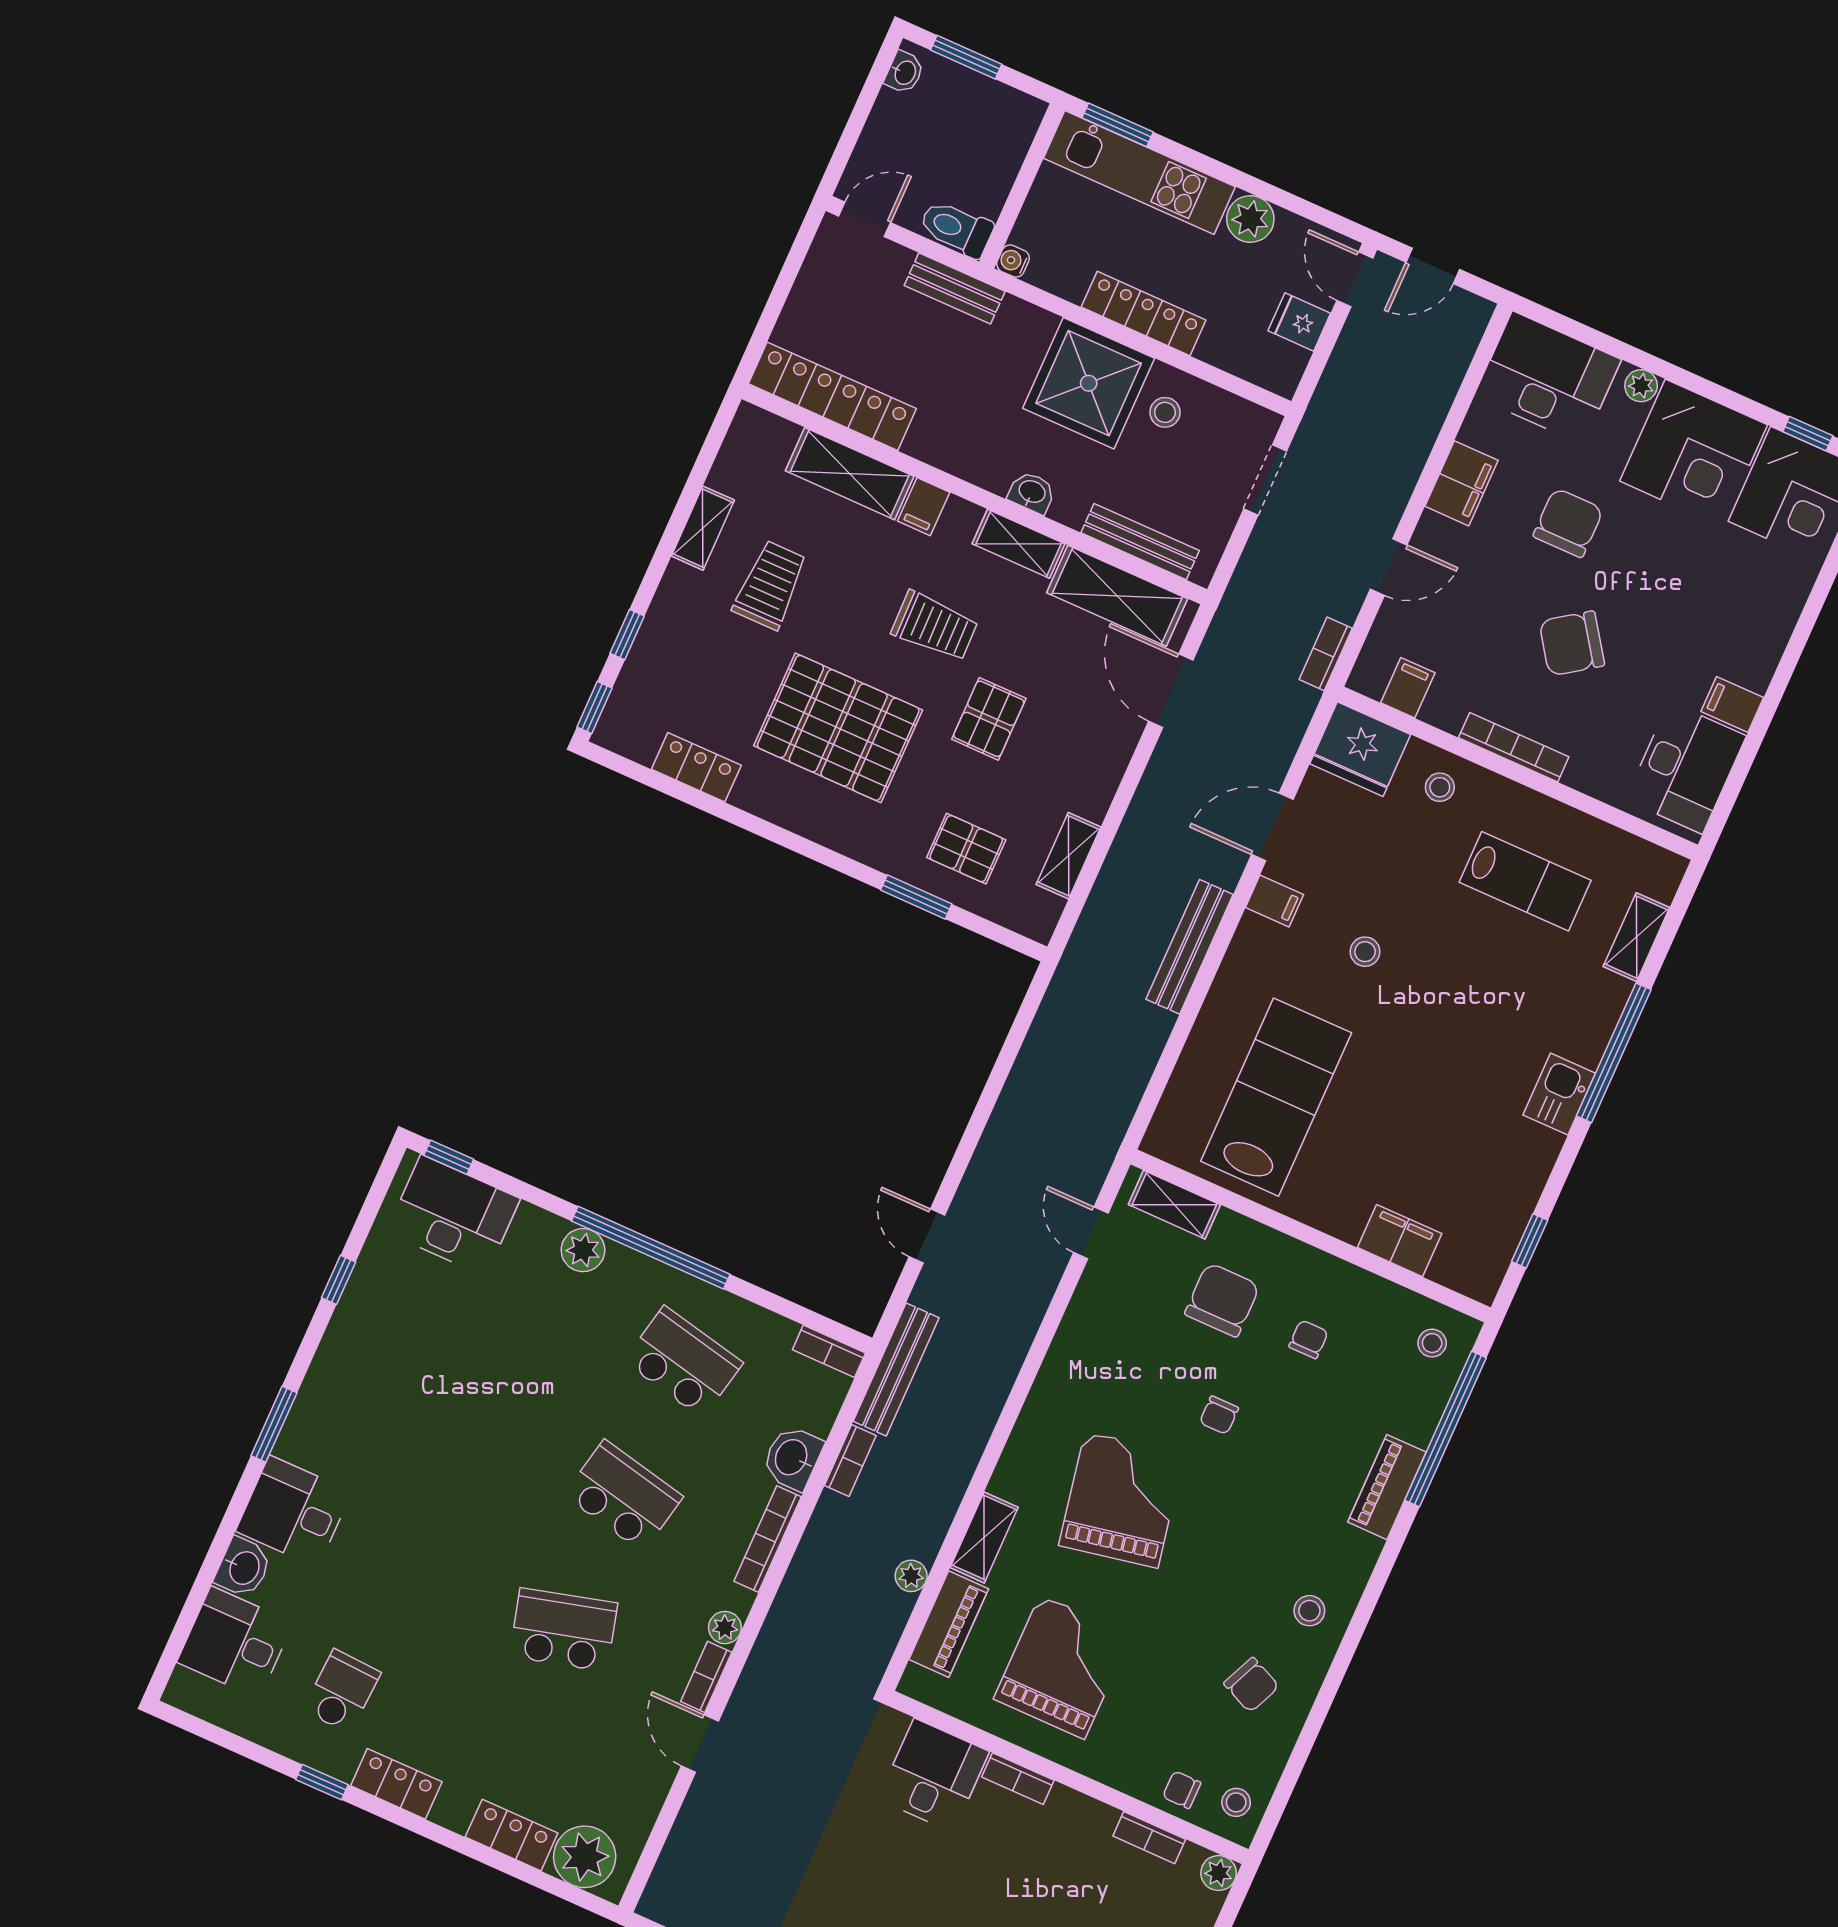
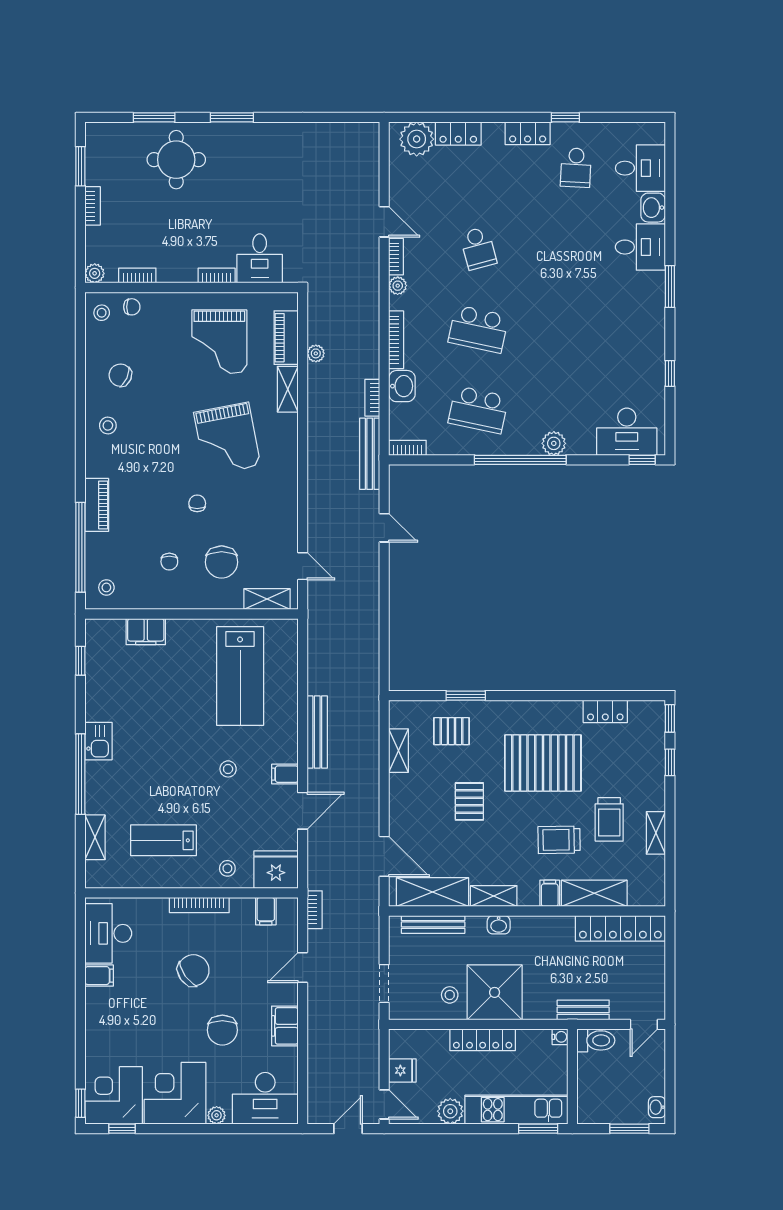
trolley: (935, 626) -> (559, 840), moved
school desk: (564, 1630) -> (478, 248), width x0.54

